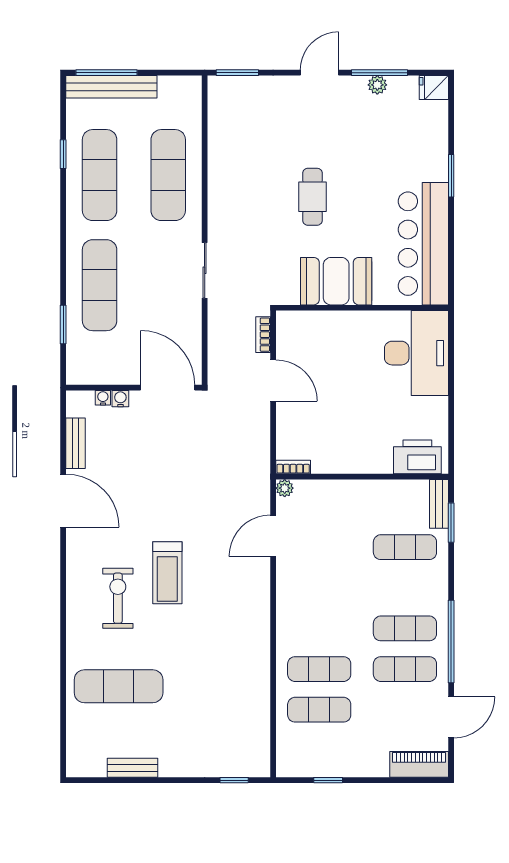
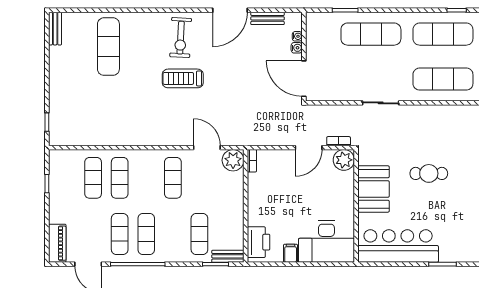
plant: (292, 327) -> (344, 160), added
door: (168, 388) -> (304, 79), swing flipped
filing cabinet: (434, 408) -> (291, 253), added
plant: (285, 488) -> (233, 160), width x1.87, depth x1.87
exercise mat: (319, 588) -> (173, 178), added
exercise bike: (118, 598) -> (181, 38), moved, turned 93
bench: (132, 768) -> (55, 29), moved

